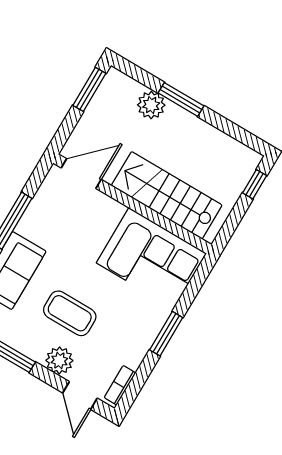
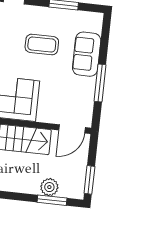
window: (181, 99) -> (52, 200), moved
plant: (59, 360) -> (35, 14), removed

